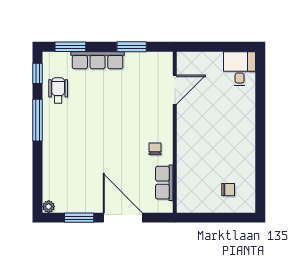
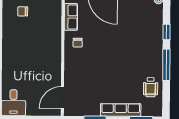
window: (38, 73) -> (167, 32), moved
door: (175, 90) -> (62, 98), moved

